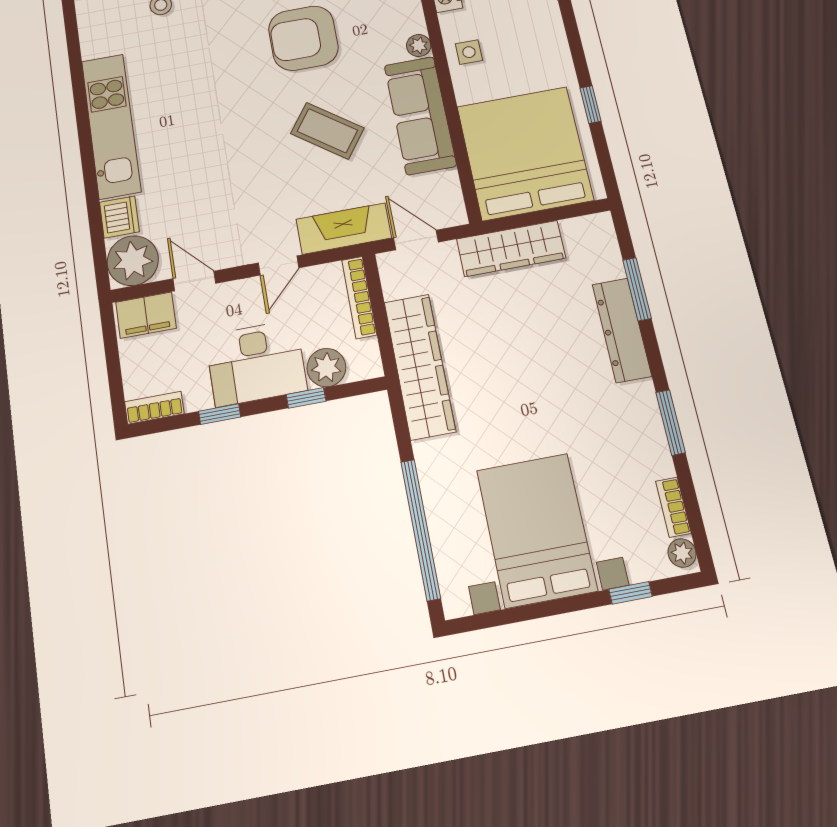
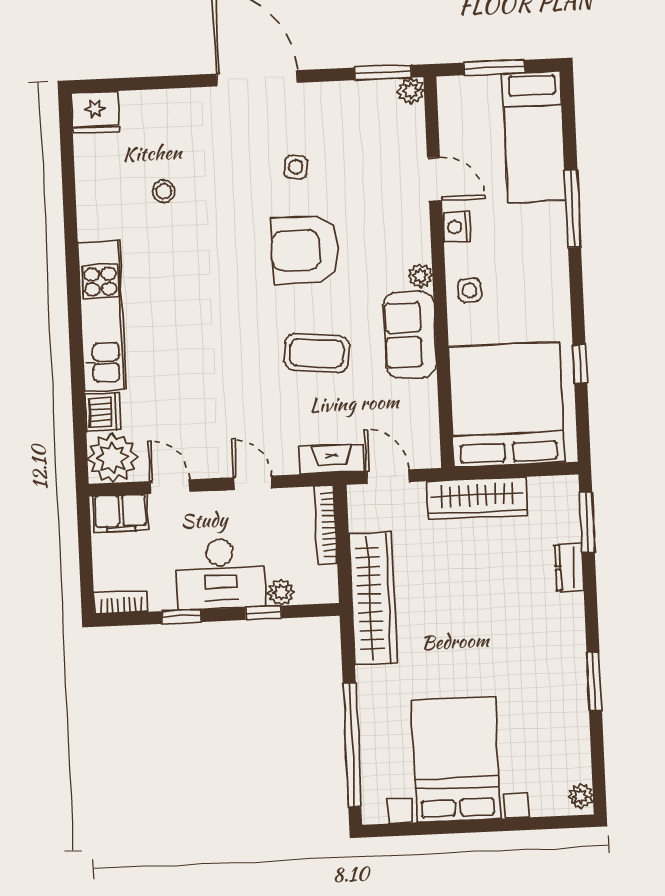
sofa: (420, 115) -> (410, 335), width x0.73
coffee table: (327, 131) -> (317, 353), turned -31
fireplace: (344, 229) -> (332, 459), width x0.73, depth x0.76
door: (278, 265) -> (252, 483), swing flipped
window: (637, 289) -> (587, 522), moved
dresser: (622, 330) -> (569, 567), width x0.51, depth x0.80
plant: (326, 368) -> (281, 592), width x0.73, depth x0.73
bookcase: (673, 507) -> (581, 756), removed
window: (631, 593) -> (529, 824), removed

